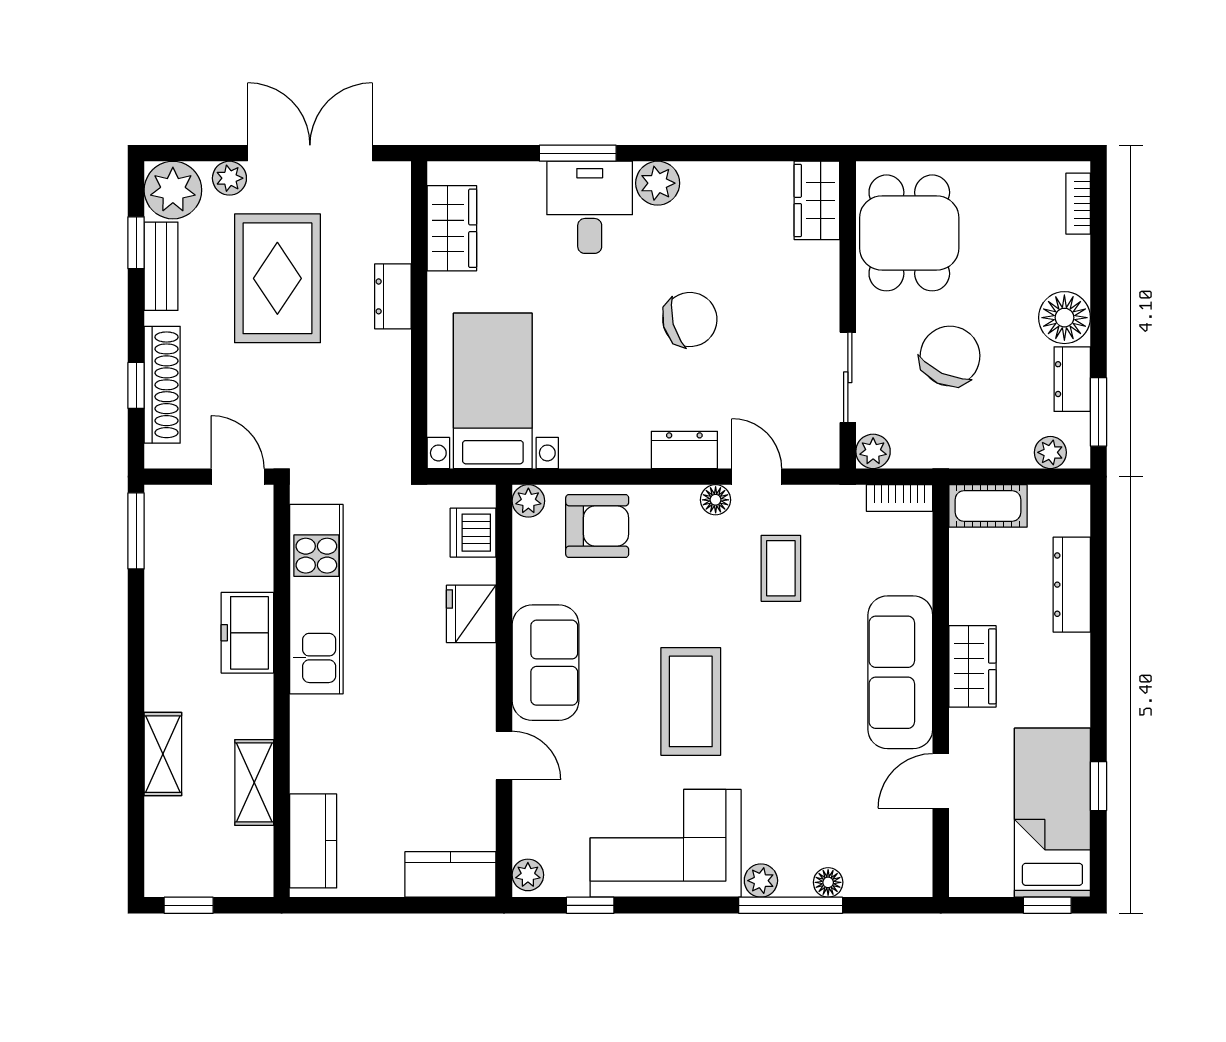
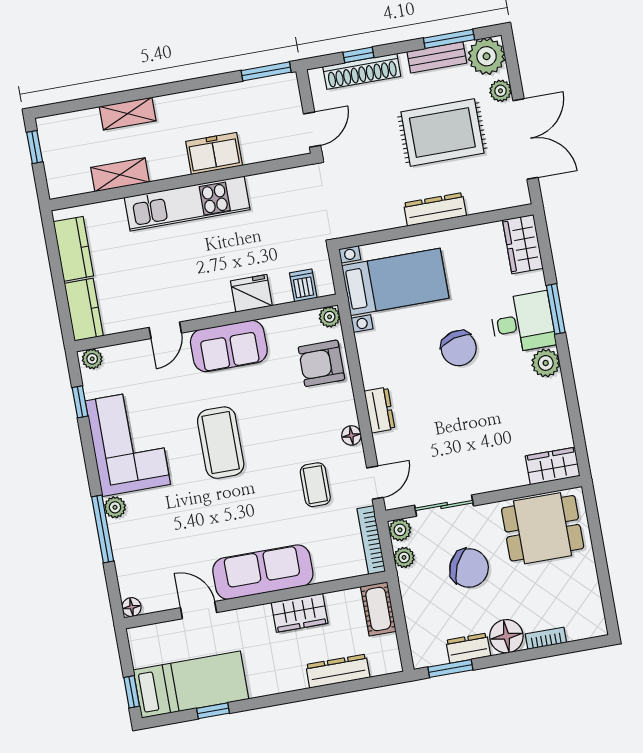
bookcase: (1078, 204) -> (546, 638), moved
wardrobe: (452, 228) -> (523, 244), moved, turned 90
window: (136, 243) -> (449, 39), width x1.50
dresser: (393, 296) -> (435, 209), width x1.44
chair: (690, 320) -> (459, 348), moved
plant: (1050, 452) -> (404, 557), moved
door: (757, 477) -> (375, 483), moved
bookcase: (899, 498) -> (371, 540), width x1.56
armchair: (597, 526) -> (321, 363), turned 90
dishwasher: (473, 533) -> (303, 285), width x0.73
coffee table: (781, 568) -> (315, 485), turned 90
kitchen unit: (316, 599) -> (187, 204), moved
wardrobe: (972, 666) -> (300, 613), moved
coffee table: (691, 701) -> (221, 443), turned 90
kitchen counter: (313, 841) -> (73, 249), moved, turned -90
floor lamp: (828, 882) -> (132, 607), moved

